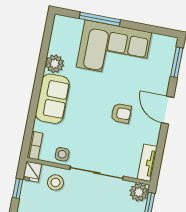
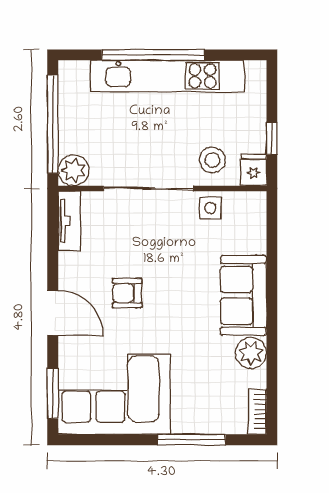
corner sofa: (114, 50) -> (114, 394), moved
bookcase: (35, 145) -> (257, 412), moved

